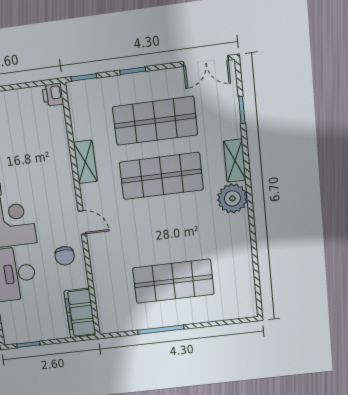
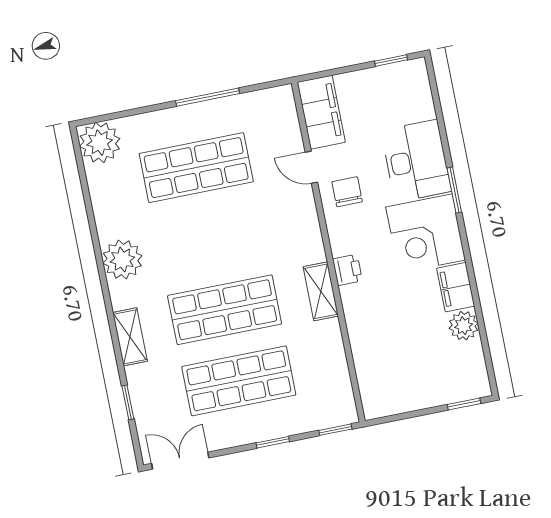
printer: (53, 95) -> (347, 270), moved
shelving: (85, 162) -> (321, 291), moved
plant: (232, 198) -> (122, 260), moved
door: (82, 223) -> (311, 167), moved
plant: (242, 304) -> (100, 143), added

